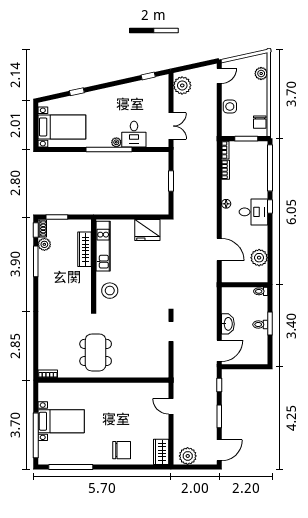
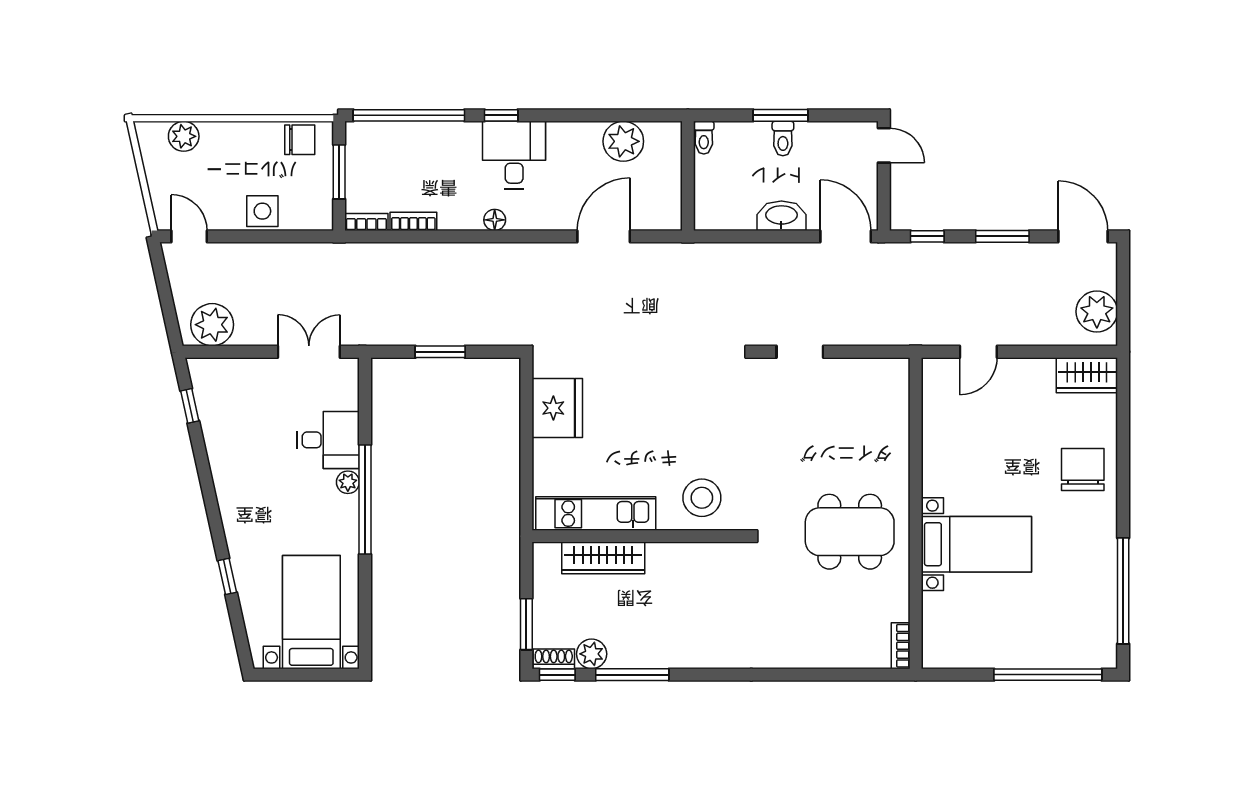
door: (257, 367) -> (884, 145), added
bed with nightstands: (61, 421) -> (976, 544), moved, turned 90

